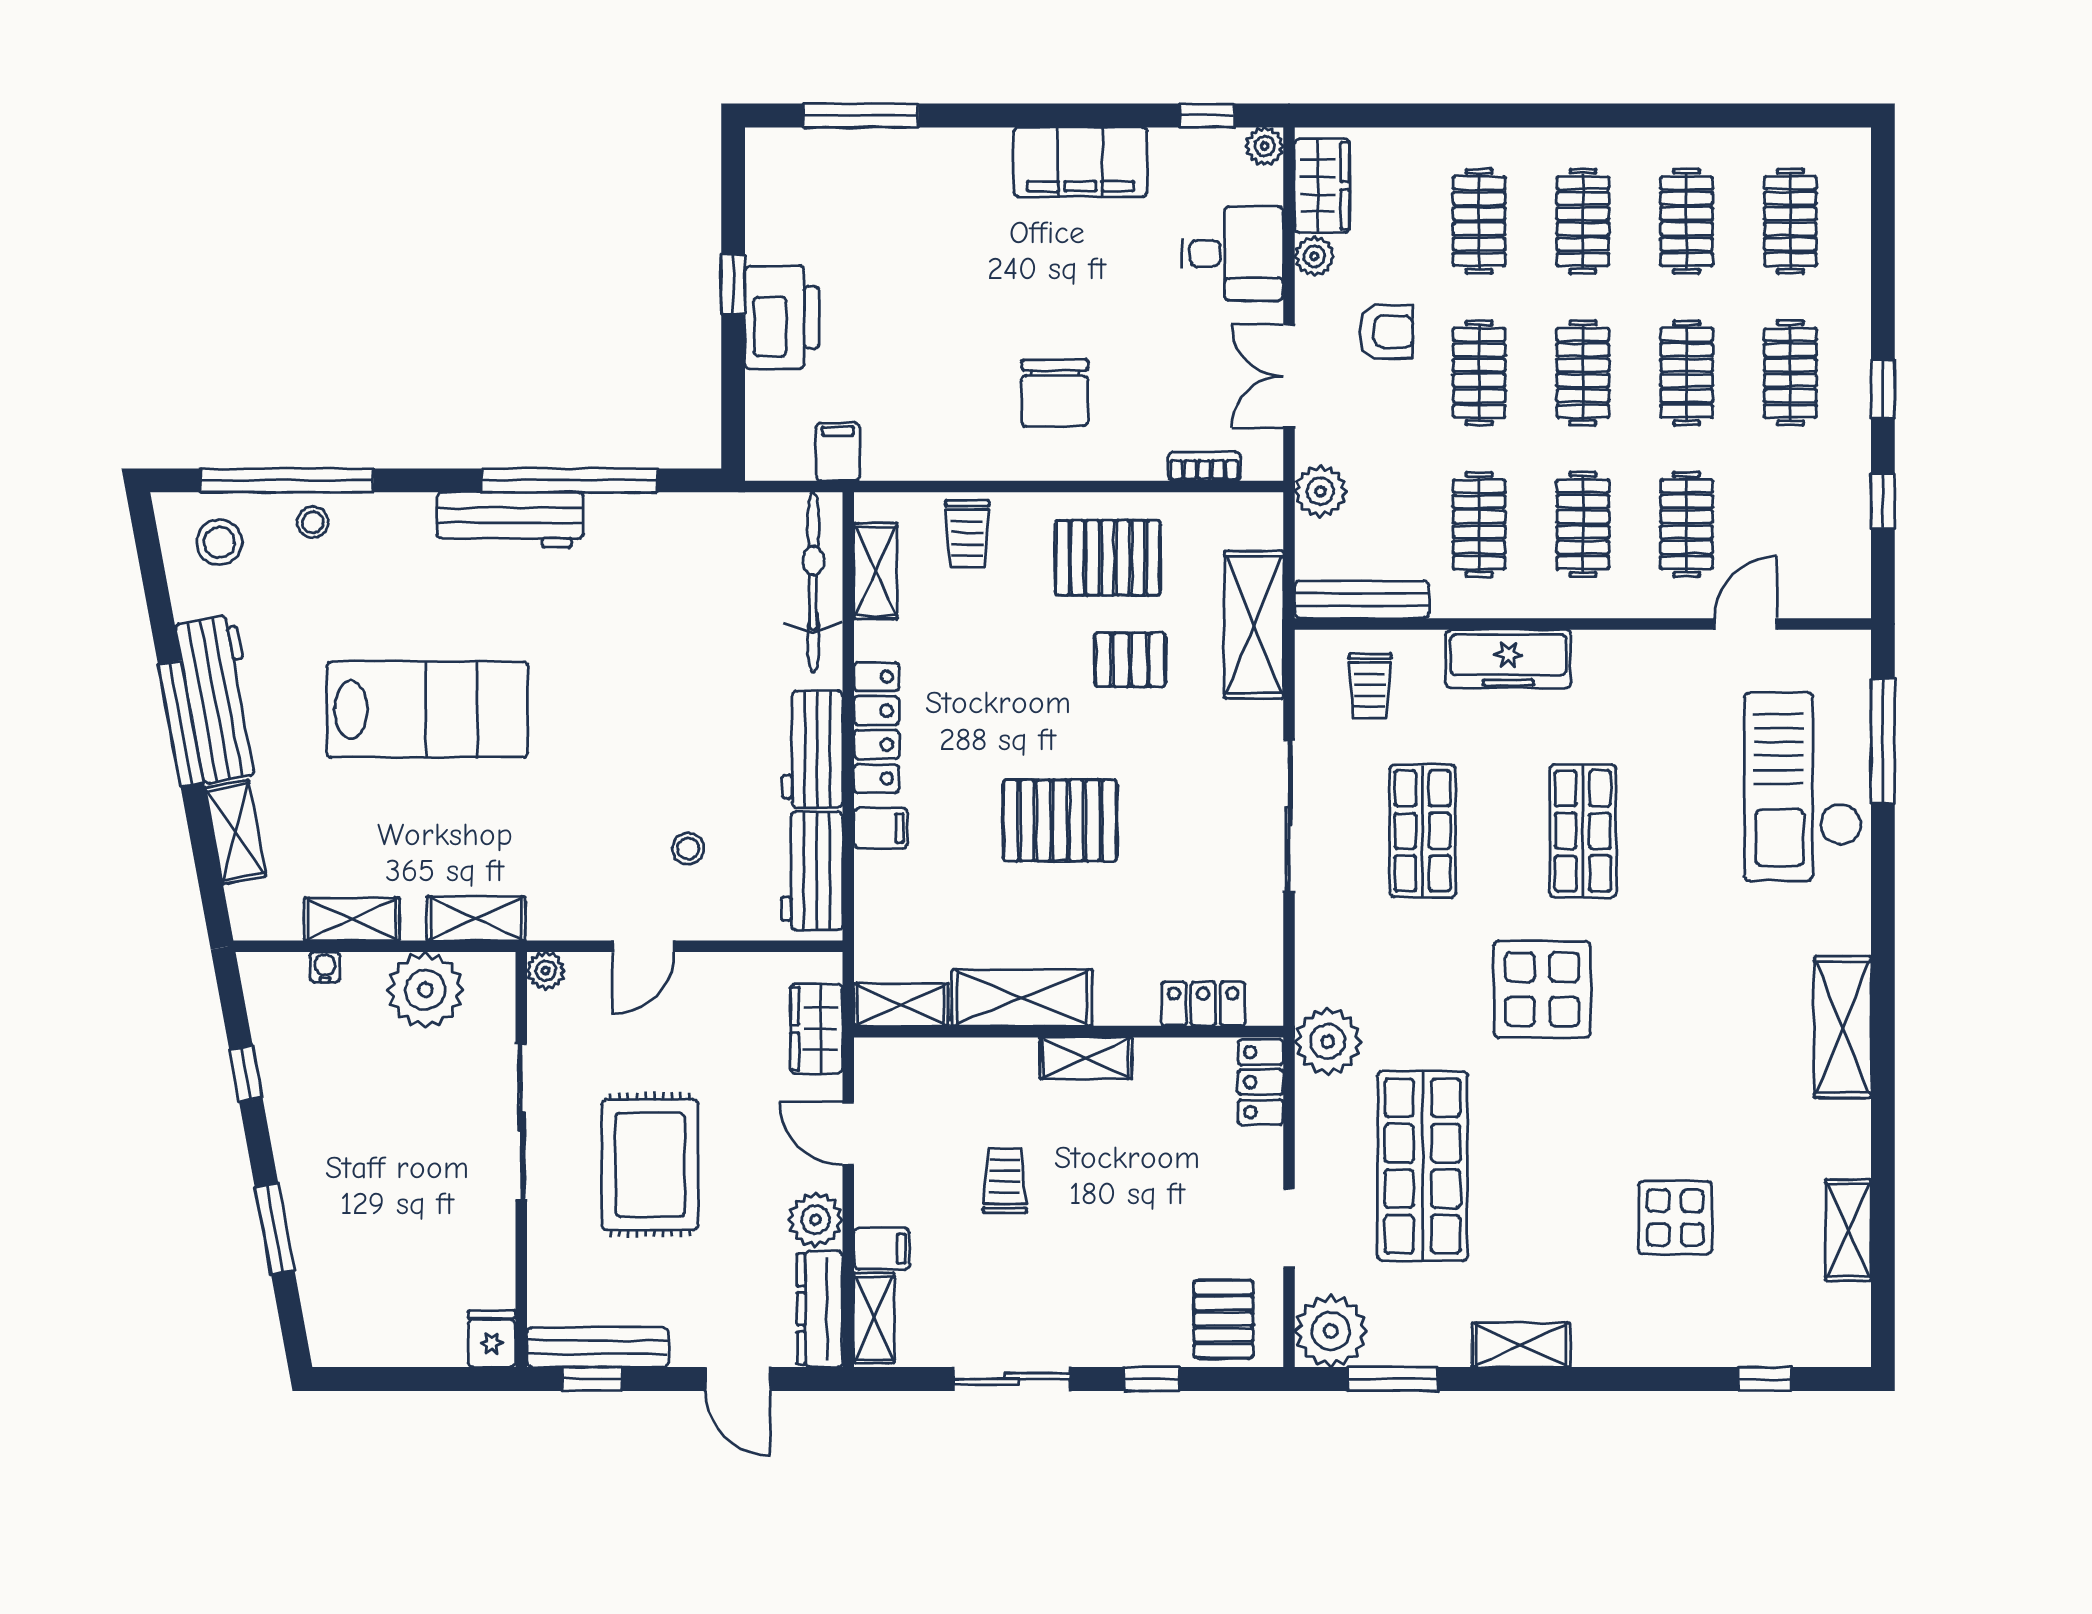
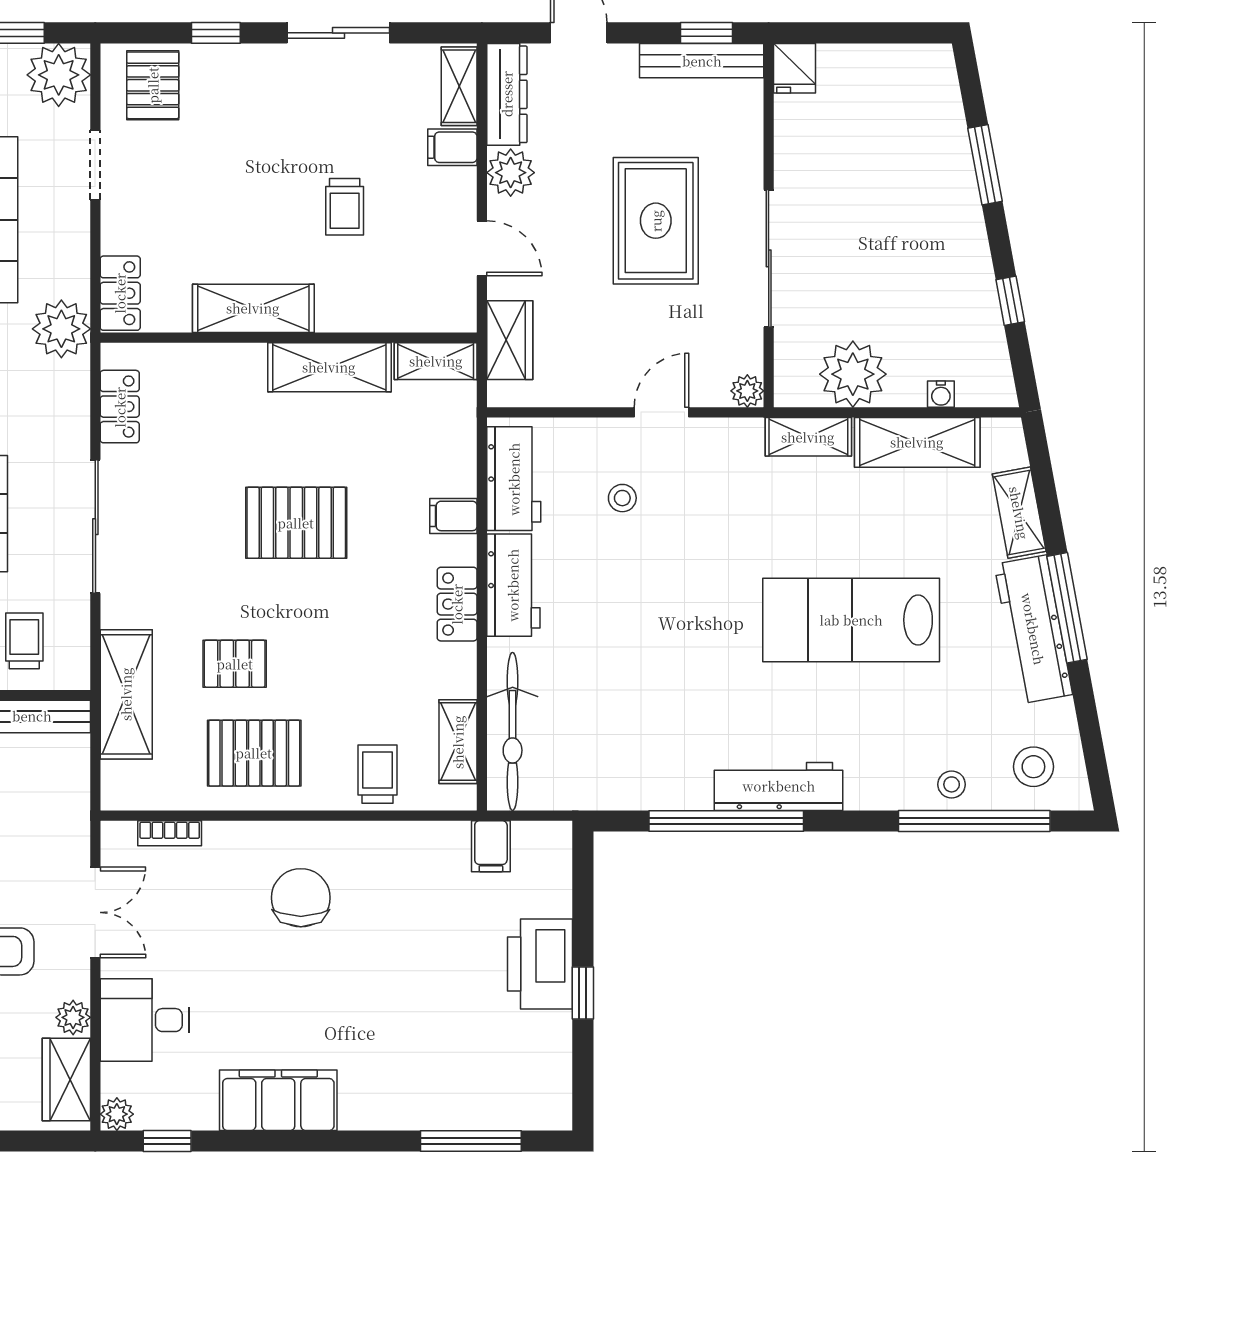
plant: (1320, 491) -> (68, 811), removed
locker: (876, 728) -> (457, 604), width x0.66
shelving: (352, 919) -> (917, 442), width x1.50, depth x1.33
locker: (1203, 1004) -> (120, 407), moved, turned -90
shelving: (1086, 1058) -> (253, 308), width x1.50, depth x1.33

